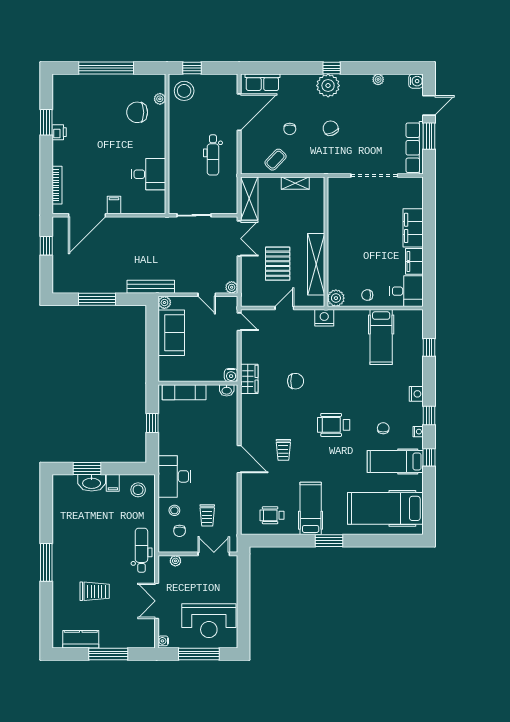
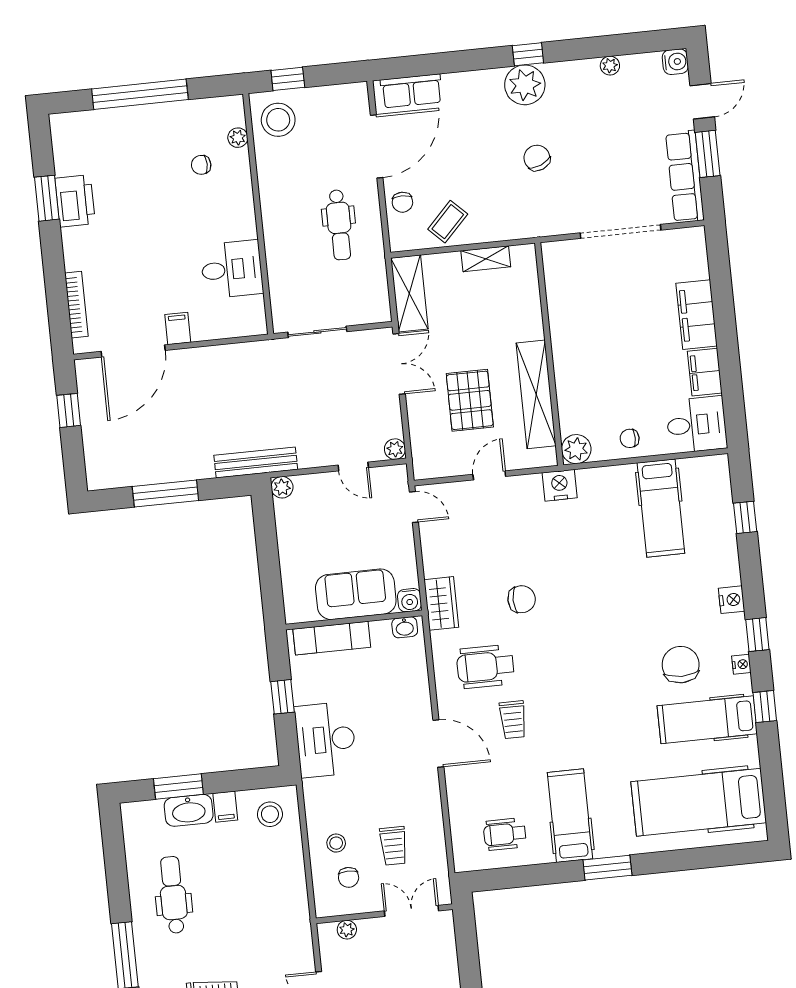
chair: (137, 112) -> (201, 165), width x0.54, depth x0.54
chair: (290, 129) -> (402, 202), moved
printer: (59, 132) -> (75, 201), width x1.87, depth x1.48
sofa: (171, 333) -> (356, 594), moved, turned -90
wheelchair: (334, 425) -> (485, 667), moved
chair: (383, 428) -> (681, 665), width x1.87, depth x1.87
desk: (175, 476) -> (326, 740), moved
dental chair: (141, 550) -> (173, 895), moved

